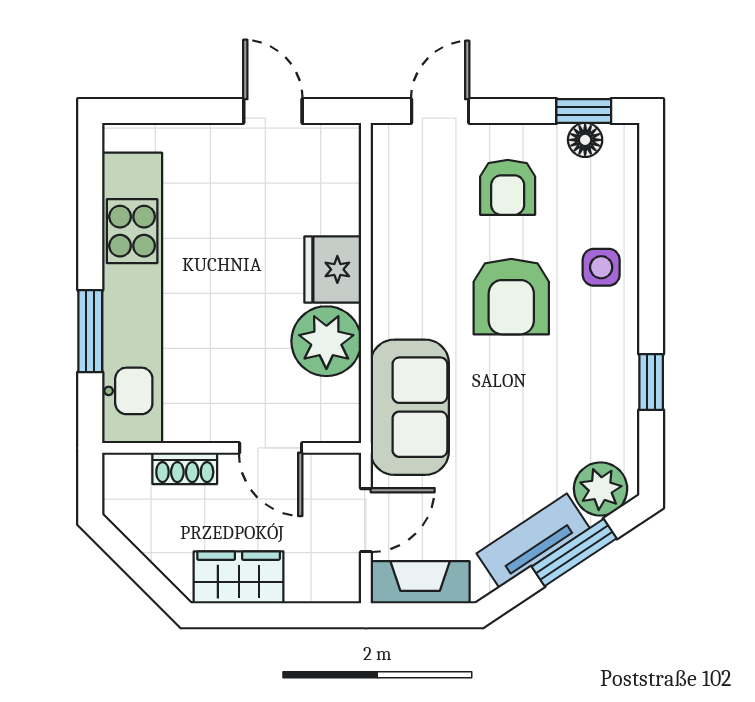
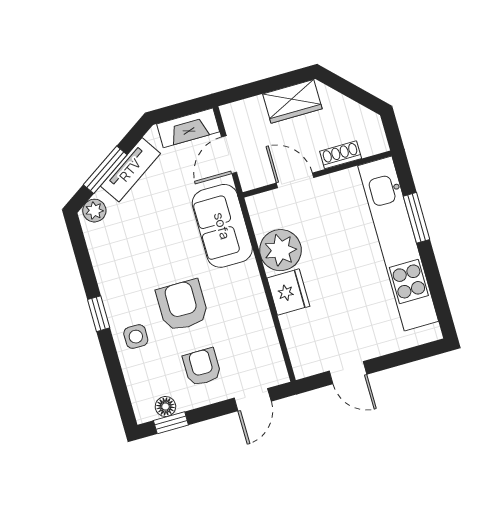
window: (651, 382) -> (99, 314), moved
plant: (601, 489) -> (94, 211), width x0.73, depth x0.73

